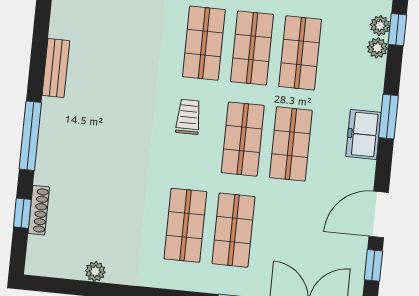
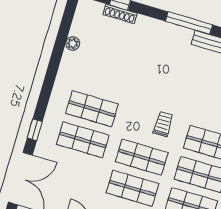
trolley: (188, 117) -> (163, 124), turned -90
window: (30, 136) -> (189, 23), moved

